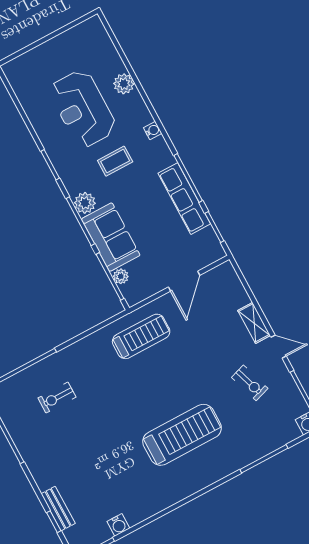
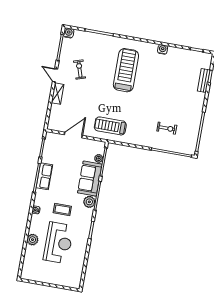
row of seats: (184, 199) -> (44, 176), width x0.68
treadmill: (182, 435) -> (126, 70), turned 90
water cooler: (118, 525) -> (163, 49), moved

